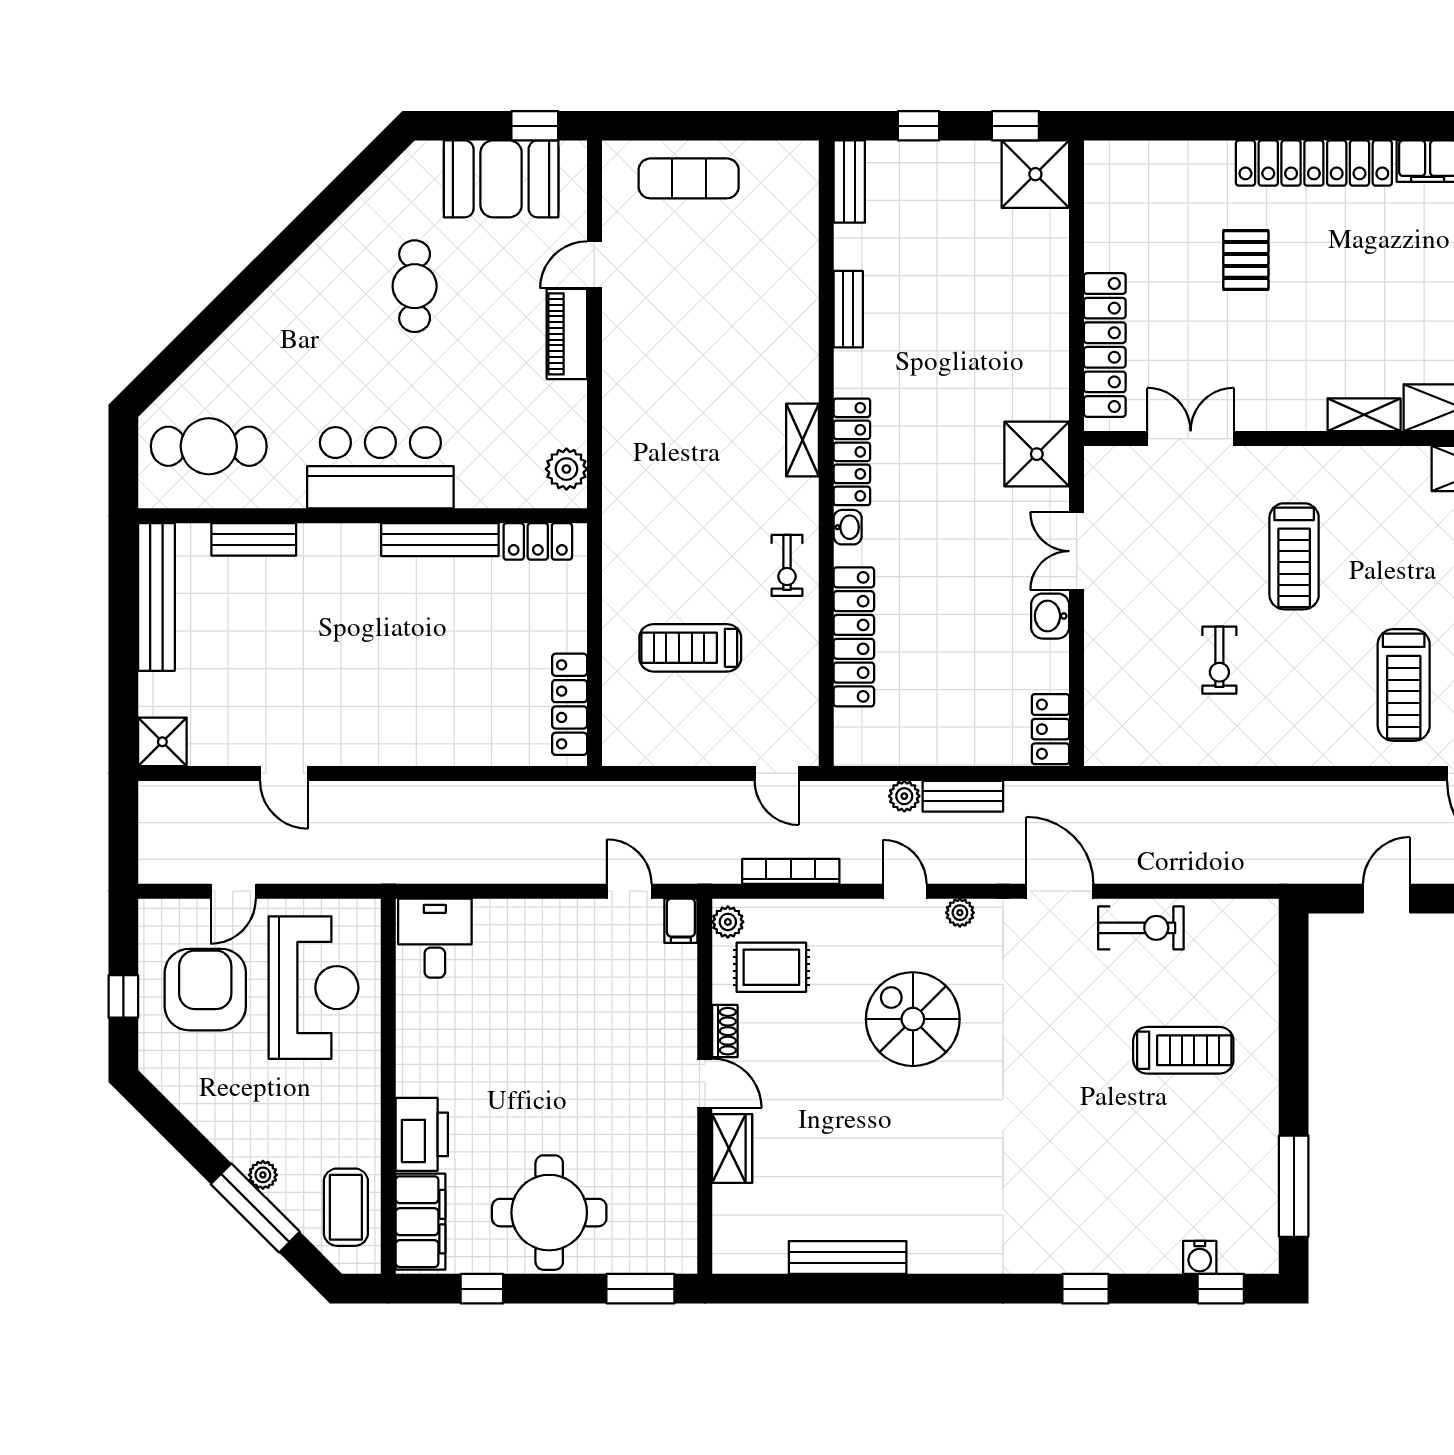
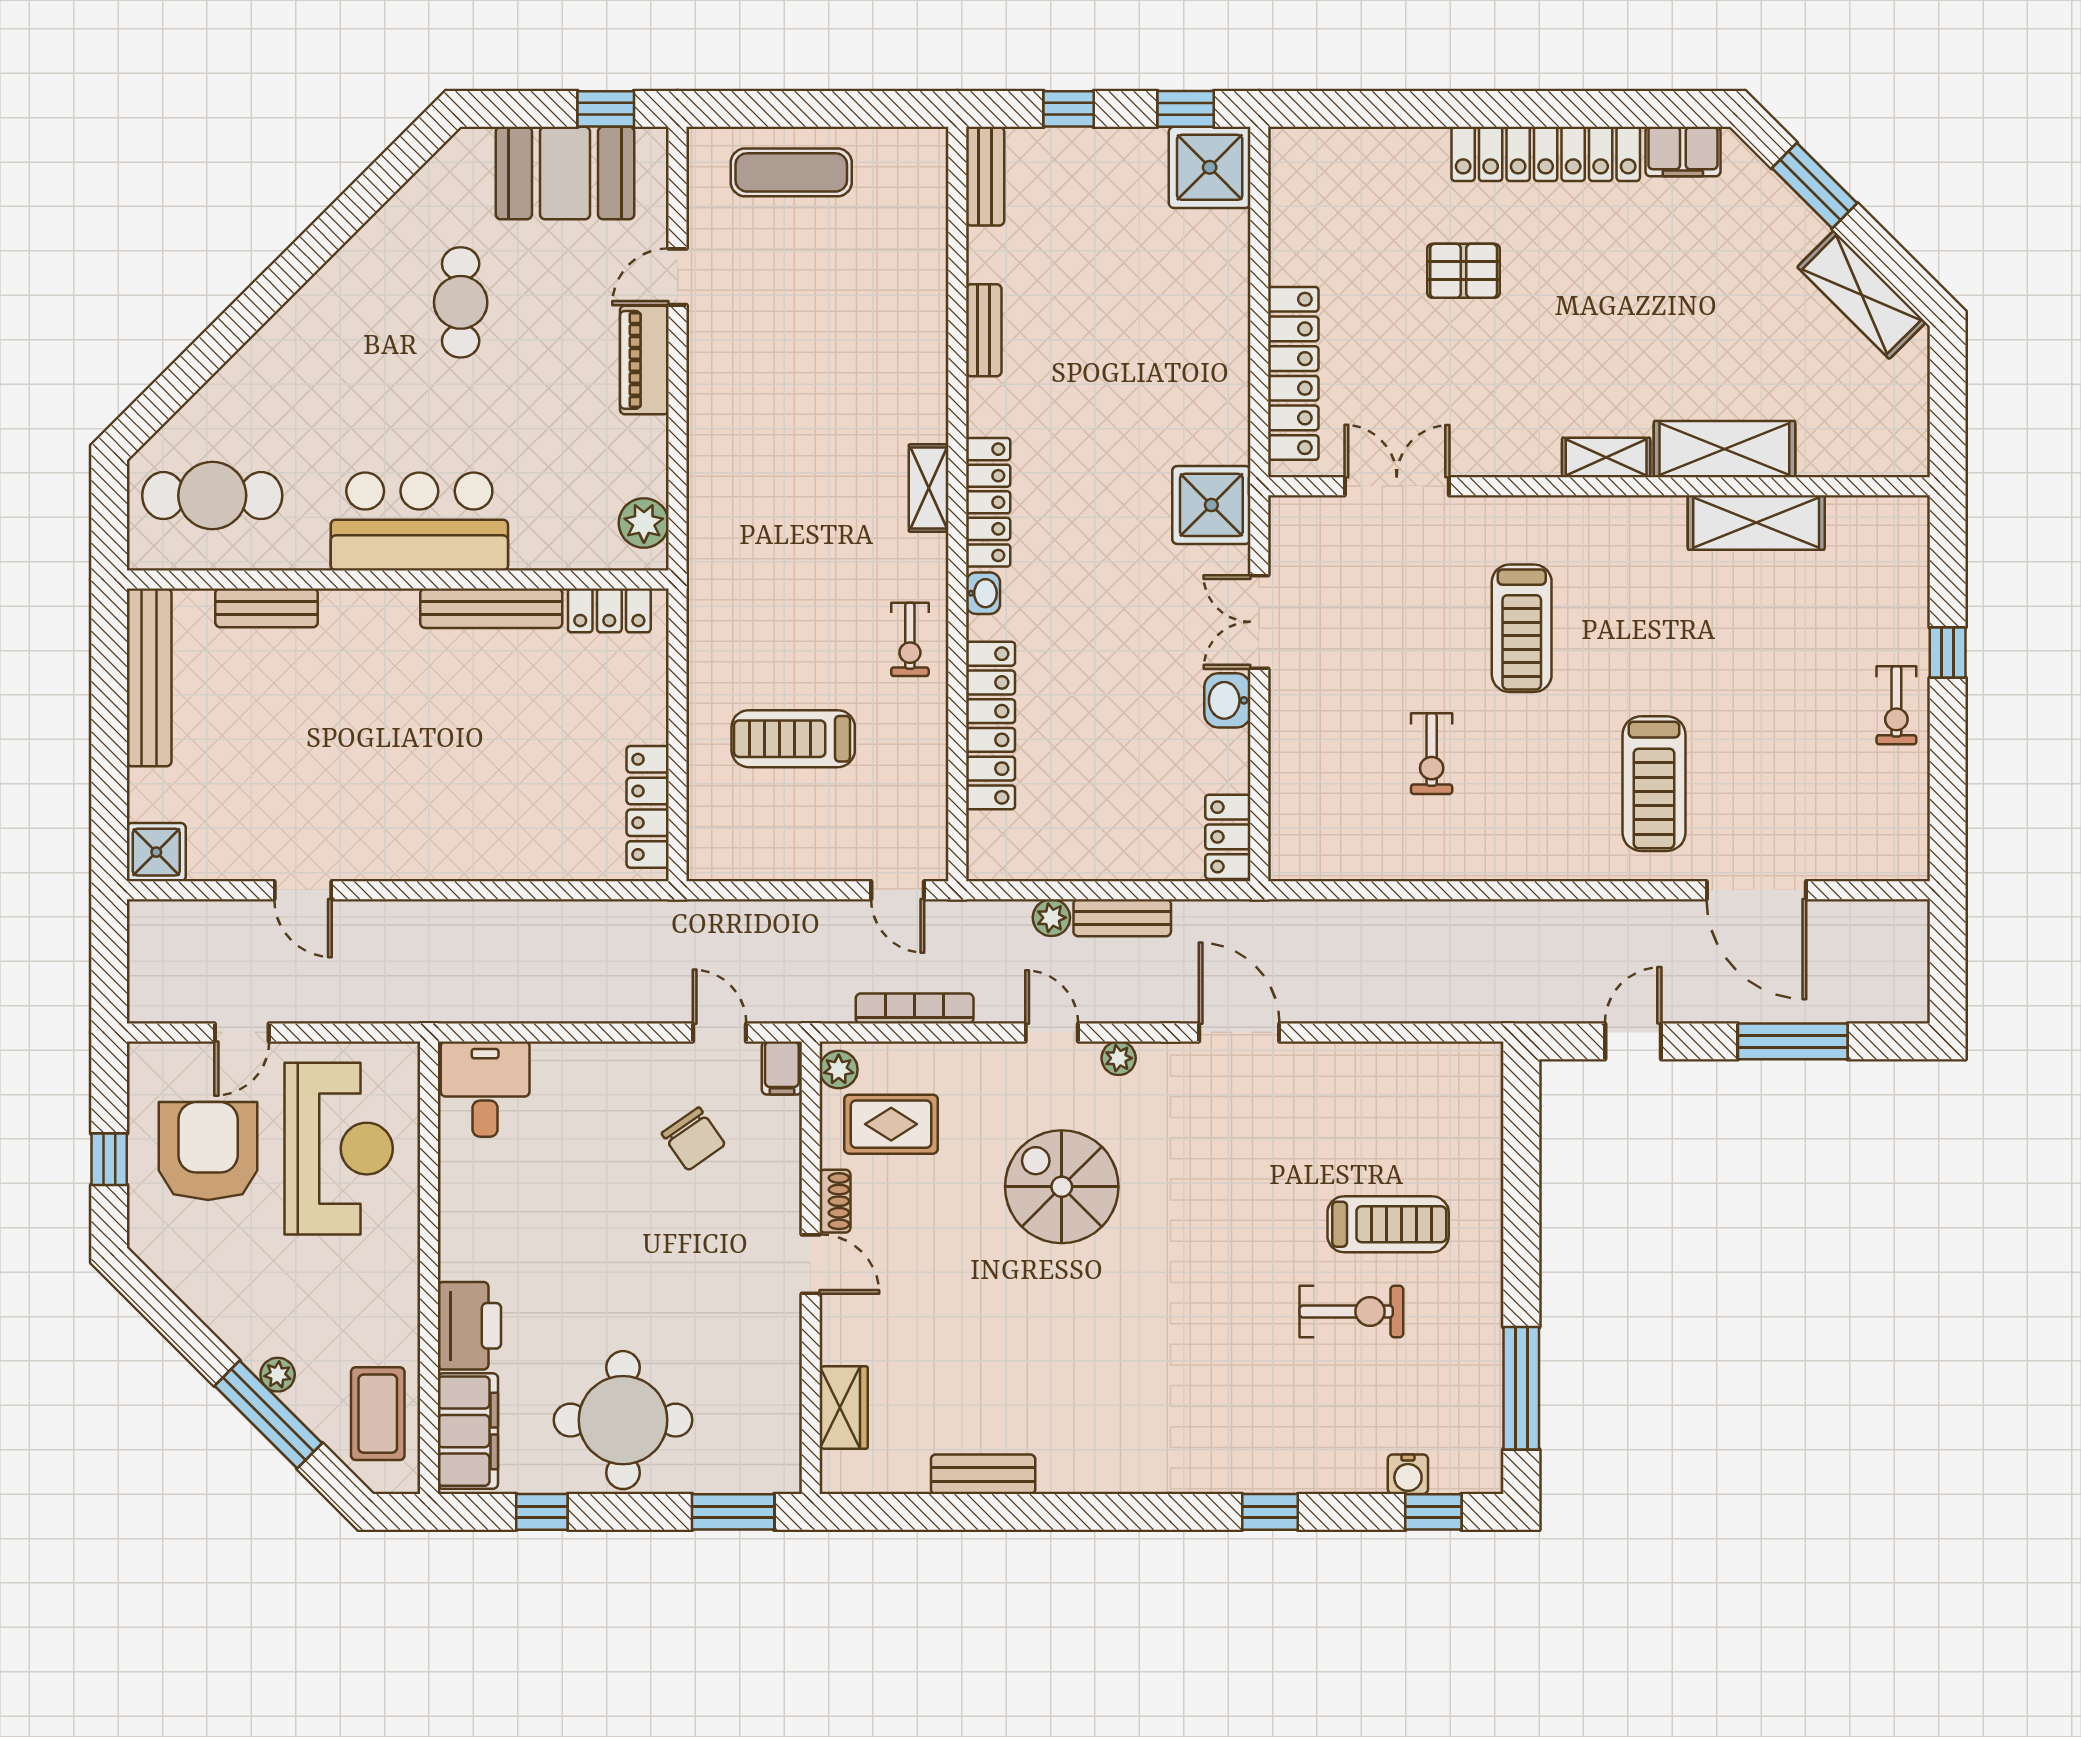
pallet: (1246, 260) -> (1464, 271), turned 90
exercise bike: (1141, 928) -> (1351, 1311), moved
chair: (608, 979) -> (693, 1139), added
wardrobe: (732, 1148) -> (844, 1408), moved
bench: (848, 1257) -> (983, 1474), width x0.73

